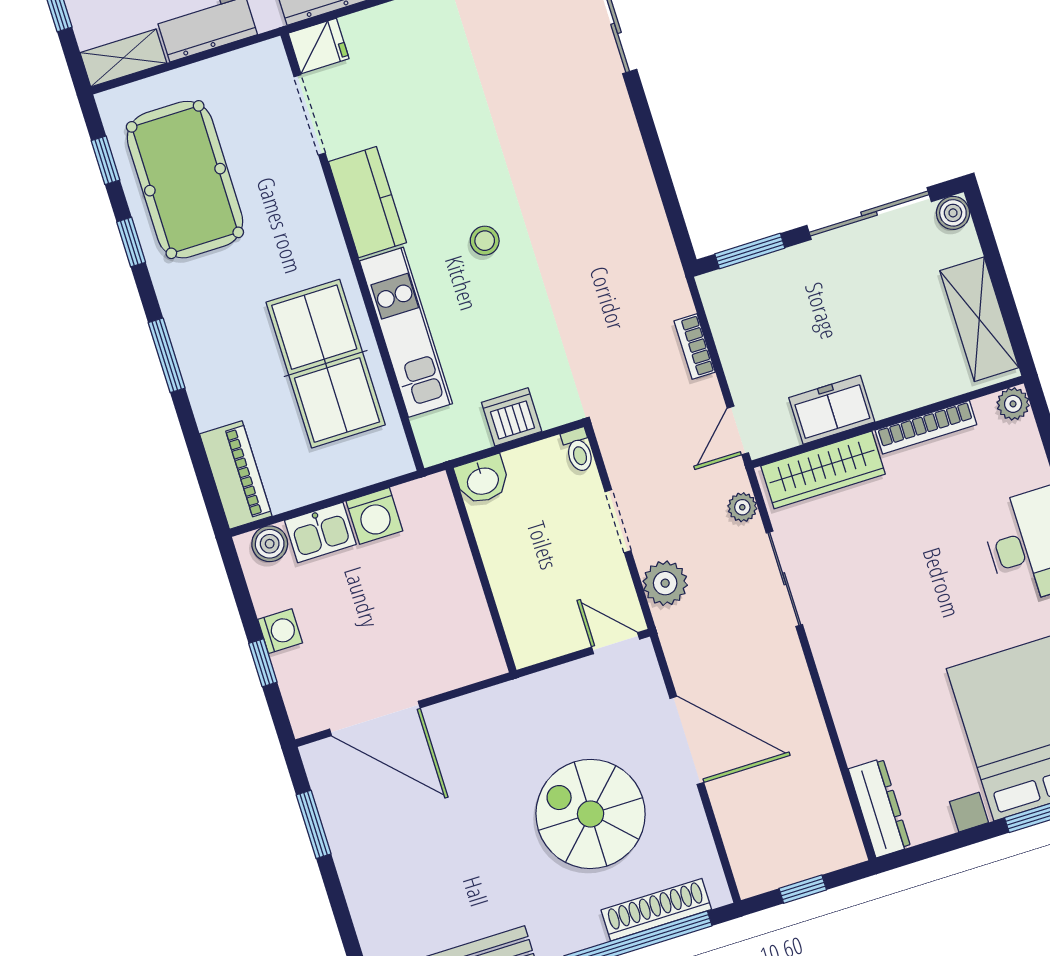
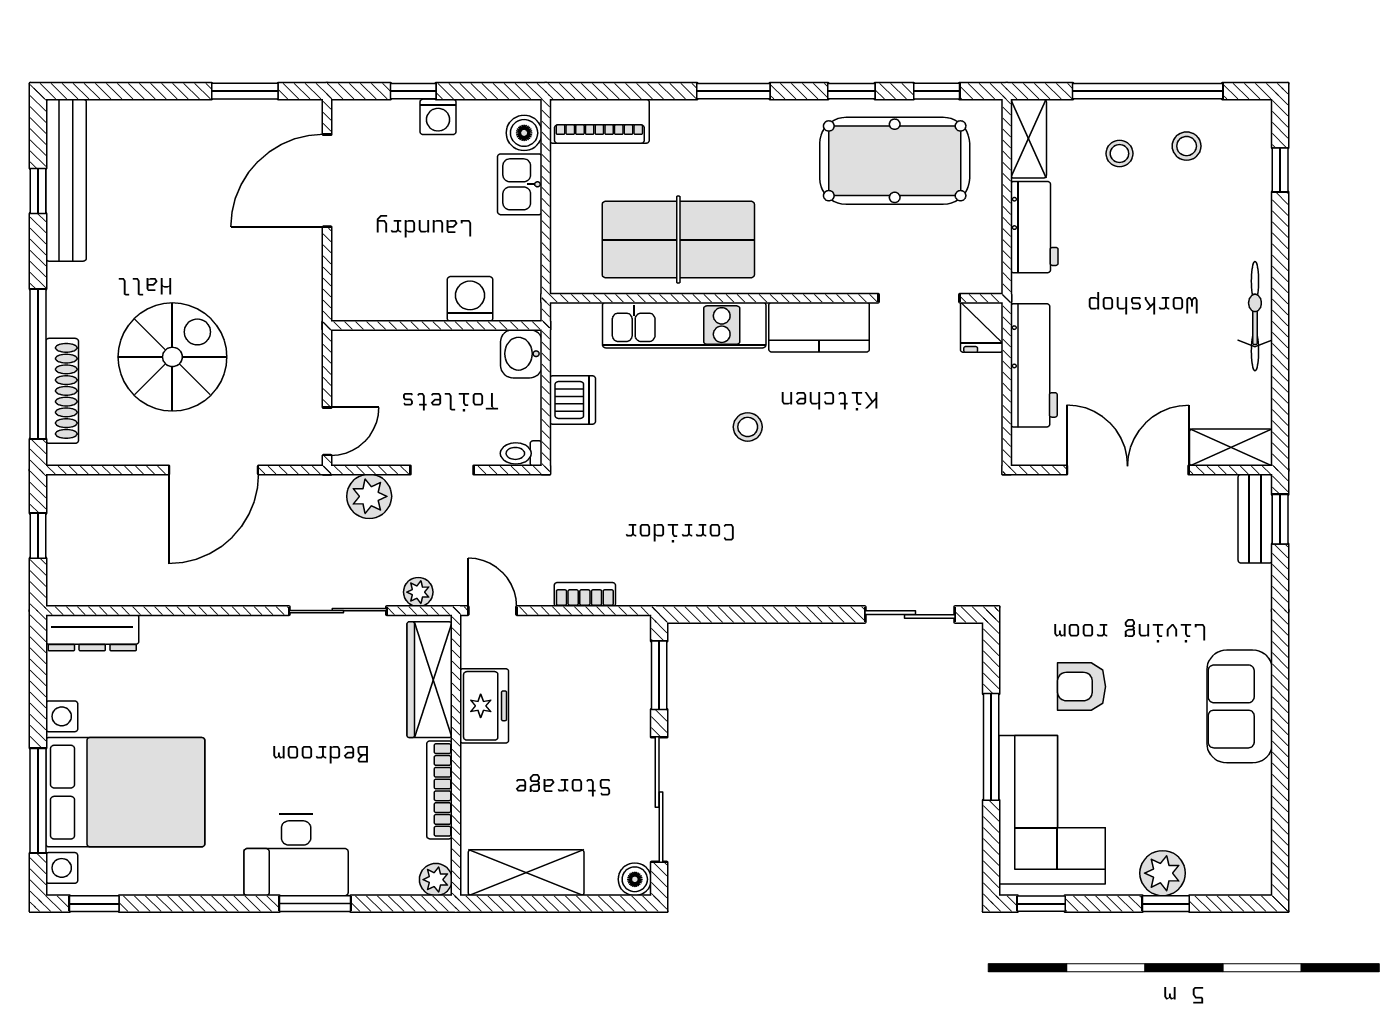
washing machine: (374, 516) -> (470, 299), moved, turned 90

